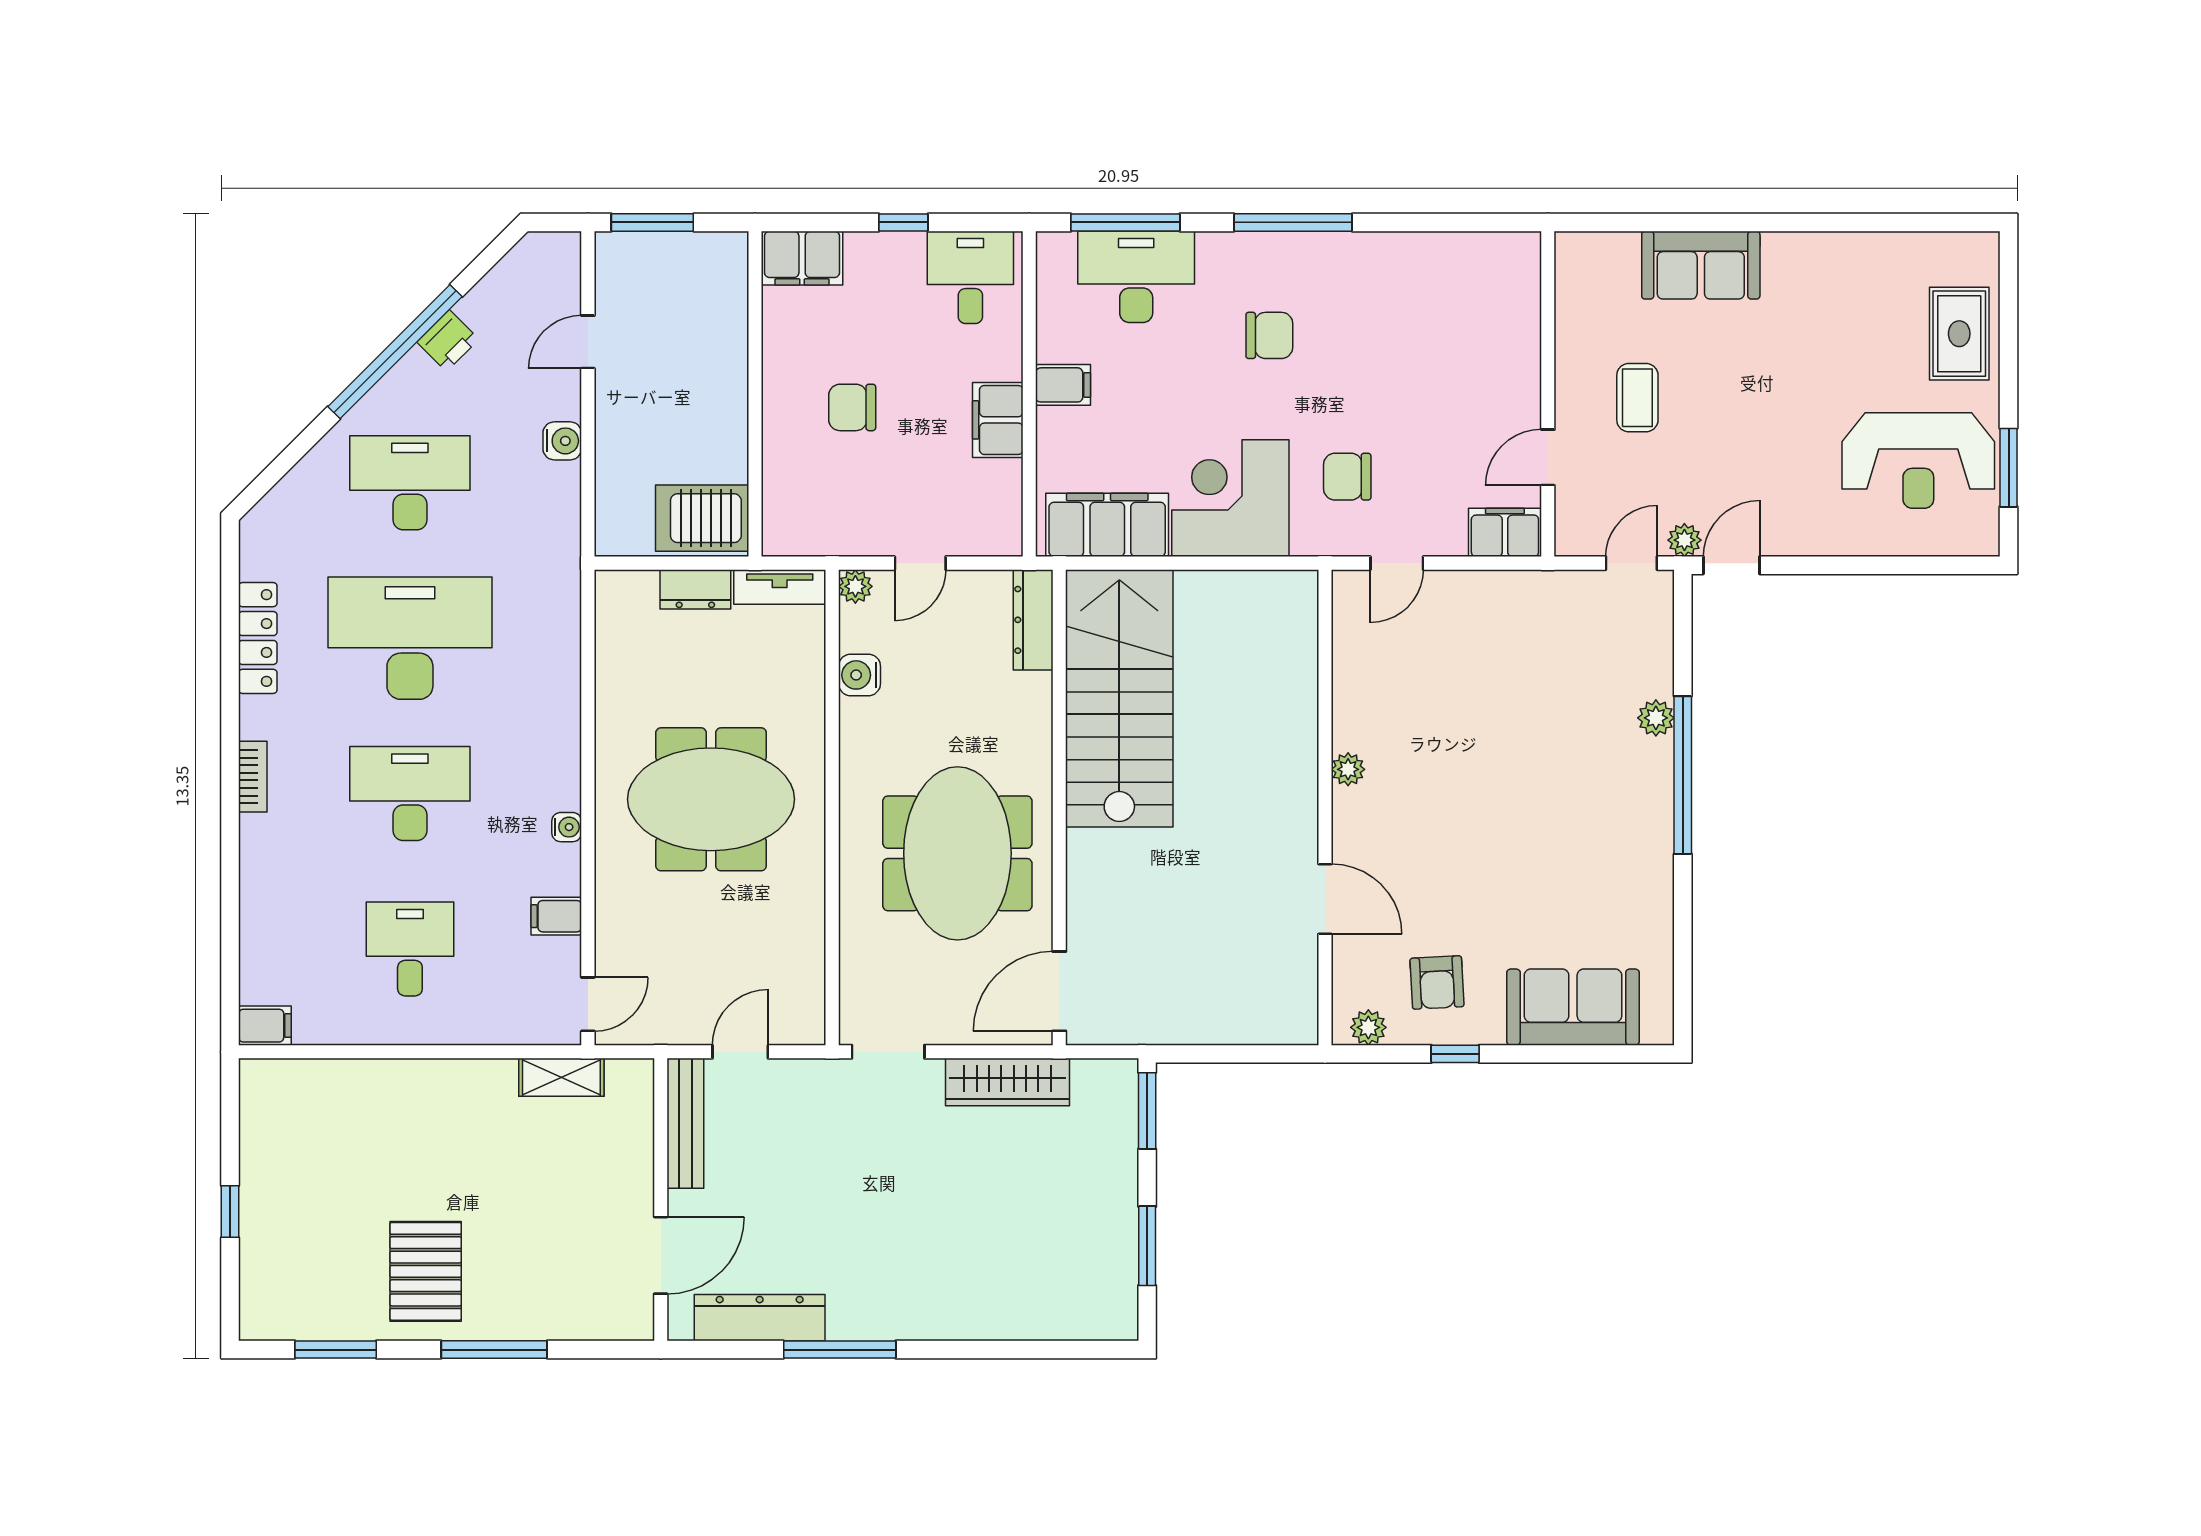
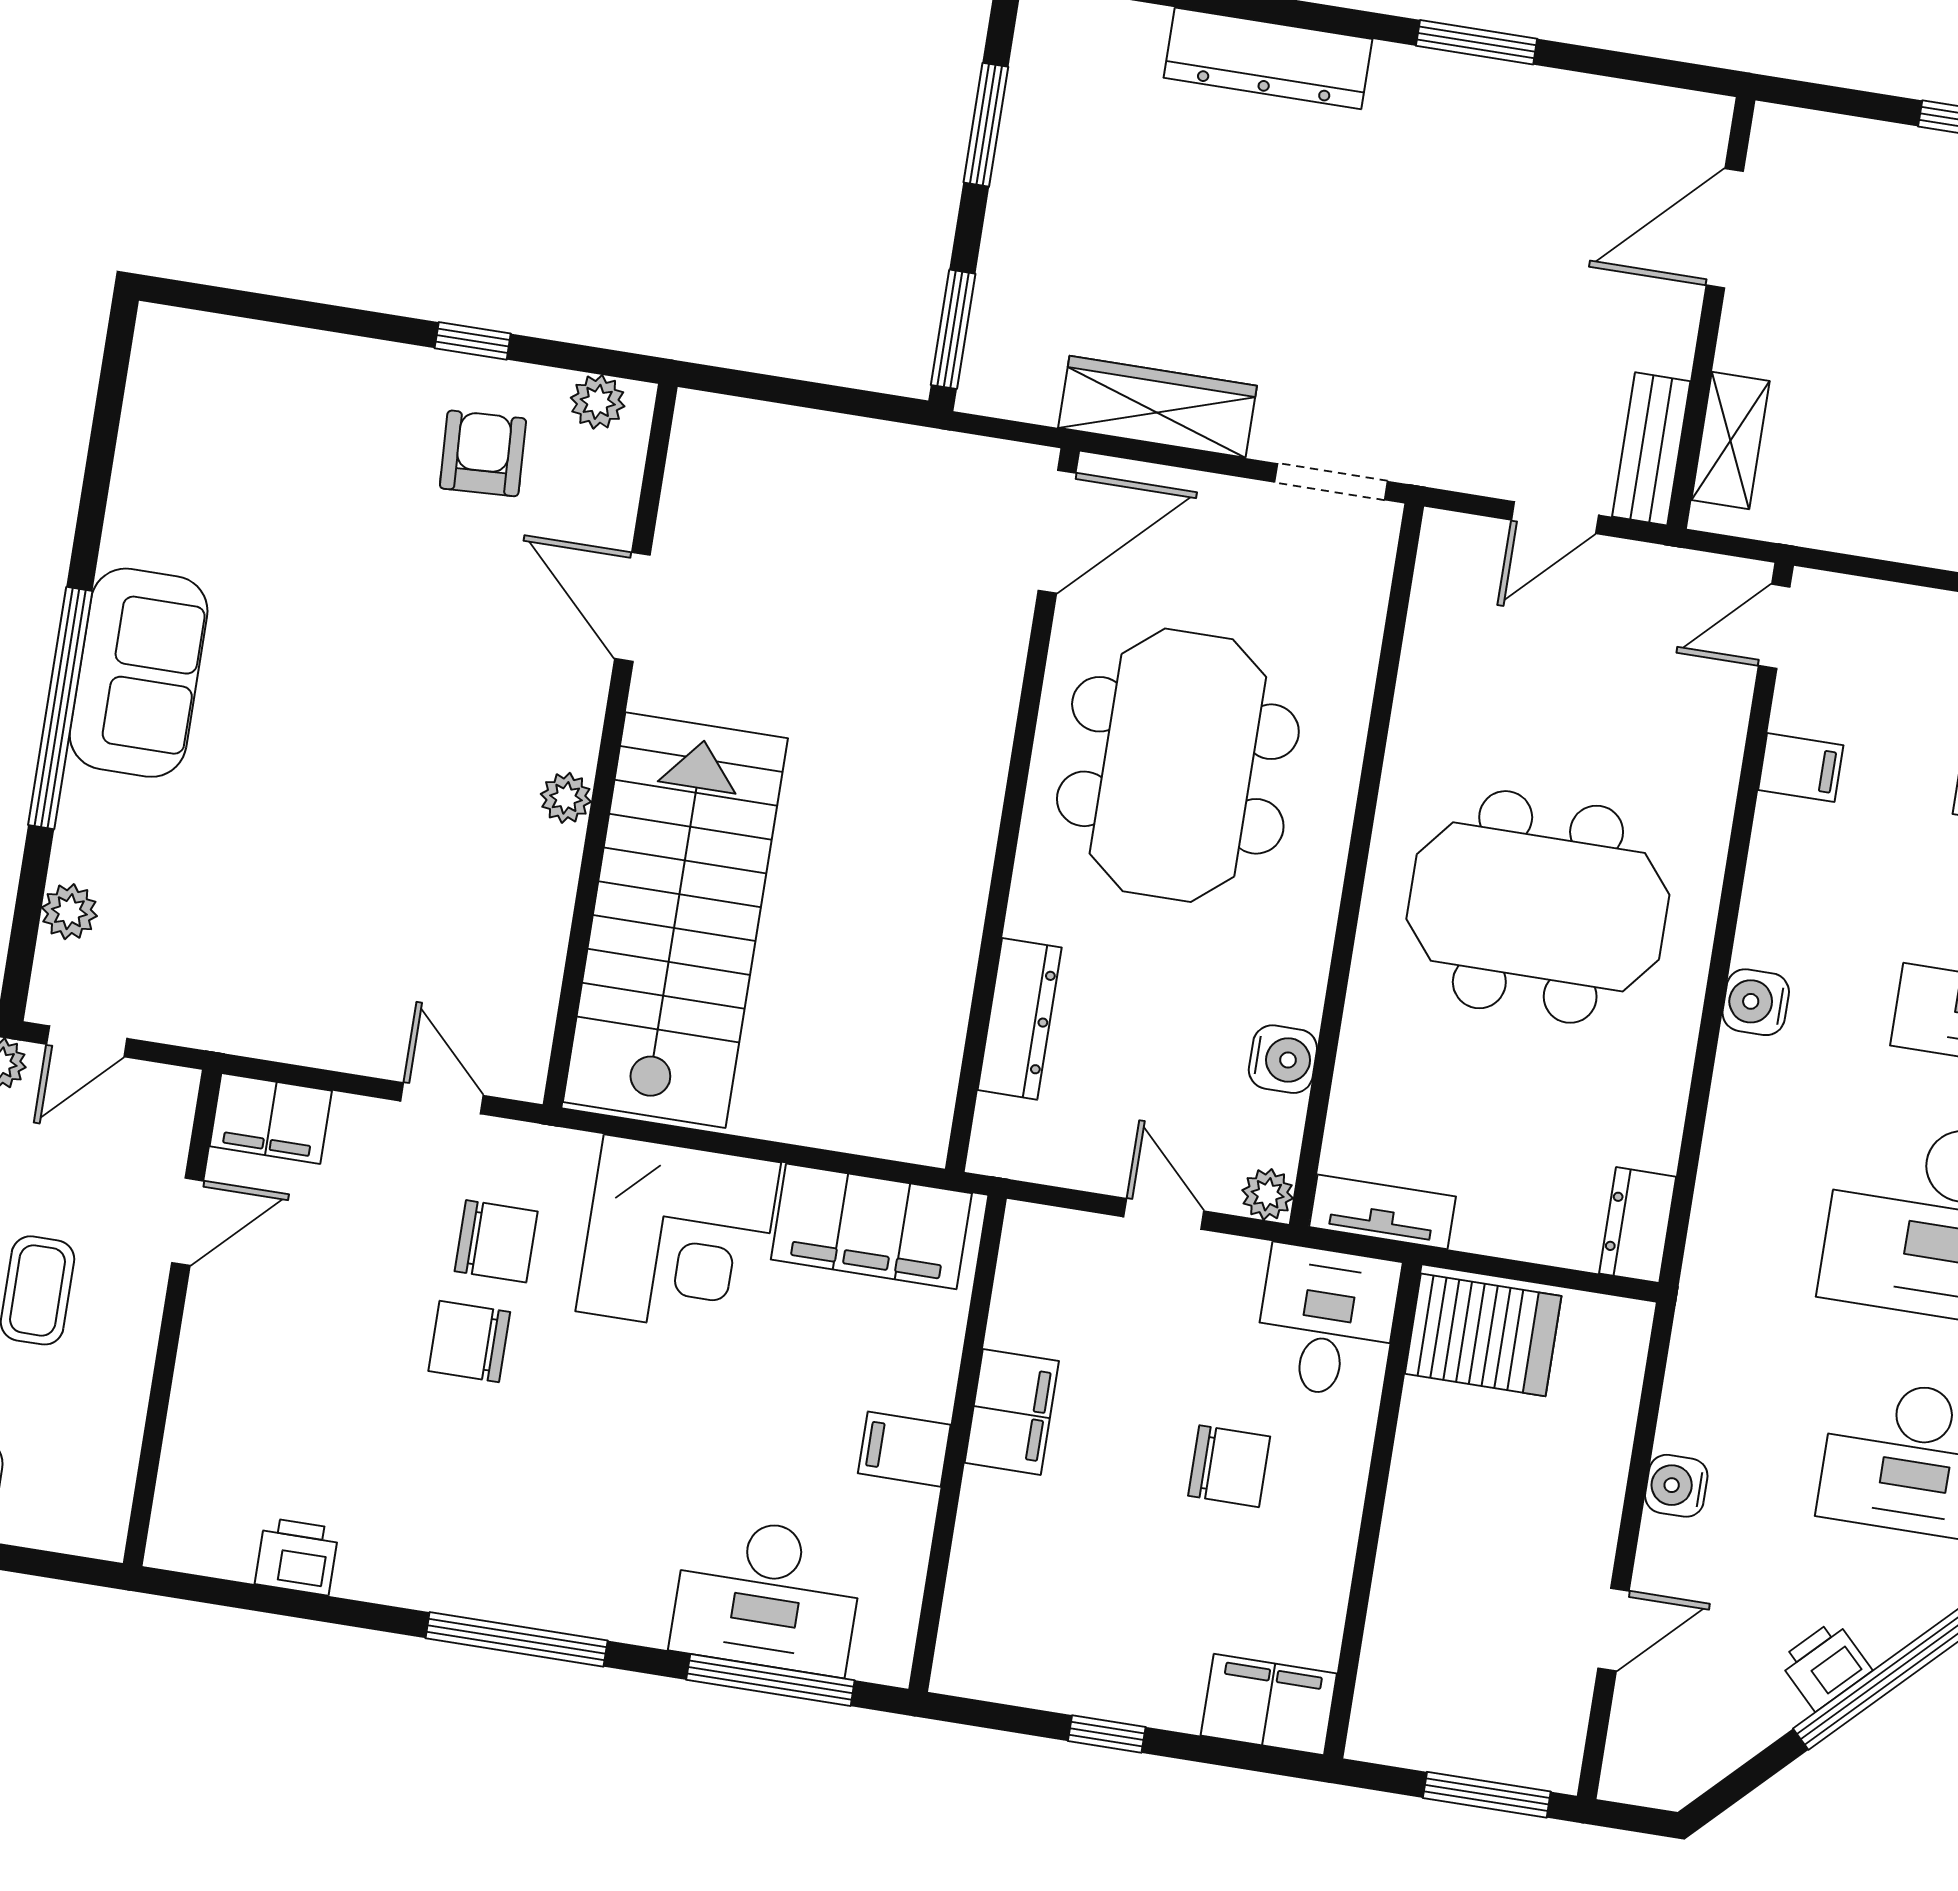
printer: (1443, 253) -> (297, 1556), added
desk: (970, 277) -> (1327, 1322), moved, turned 180
chair: (1269, 335) -> (469, 1342), moved
door: (920, 563) -> (1164, 1214), hinge flipped
door: (1397, 563) -> (442, 1098), hinge flipped
dresser: (695, 589) -> (1638, 1225), moved, turned -90
dresser: (1033, 620) -> (1020, 1019), moved
stairs: (1119, 698) -> (675, 920), moved, turned 180
plant: (1656, 718) -> (69, 912), moved
water cooler: (567, 827) -> (1756, 1002), moved, width x1.38, depth x1.38
sofa: (1573, 1007) -> (139, 673), moved, turned -90
shelving: (561, 1077) -> (1730, 440), moved, turned 90
bench: (685, 1123) -> (1651, 449), width x0.73
dresser: (760, 1318) -> (1268, 58), moved
window: (840, 1350) -> (1477, 42), width x0.69

